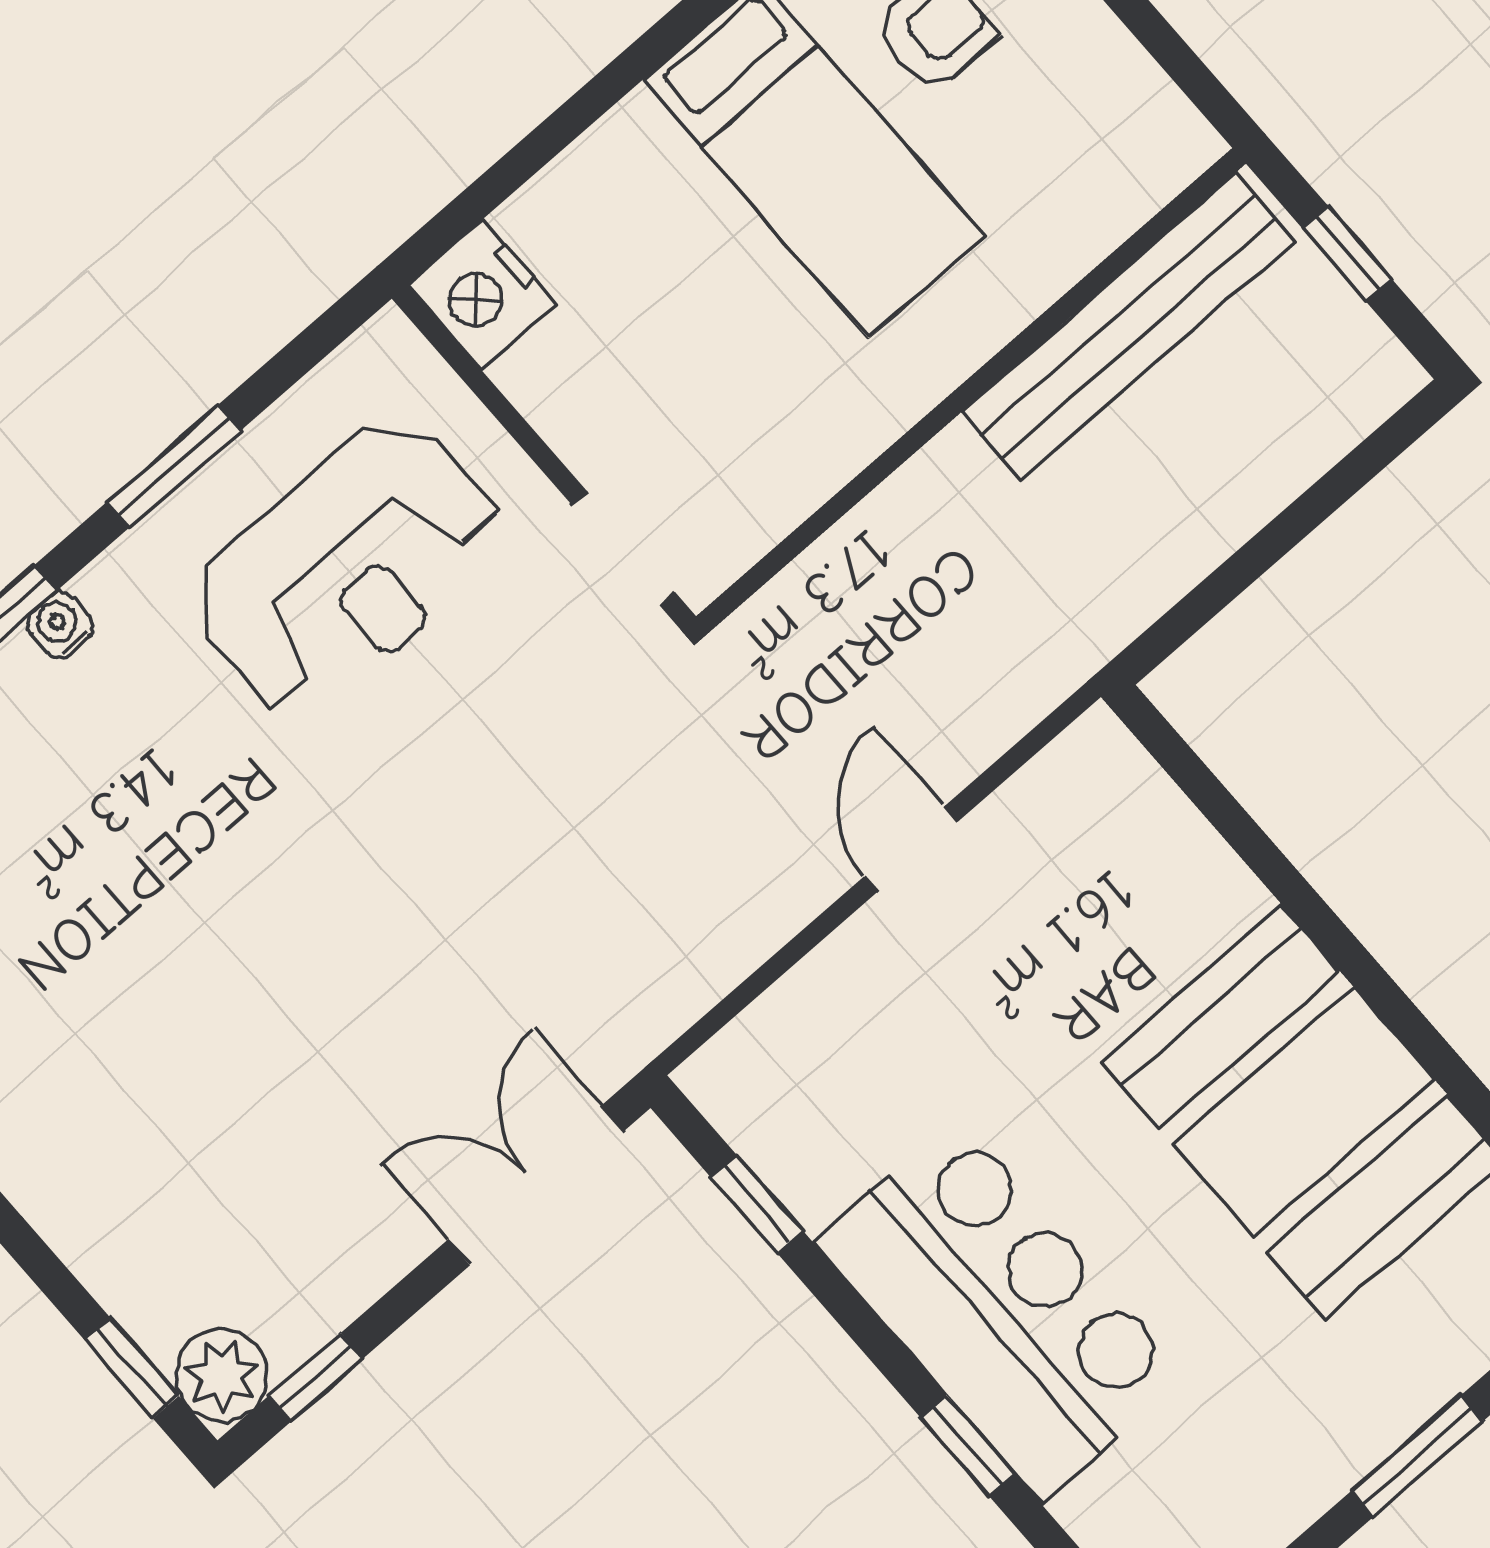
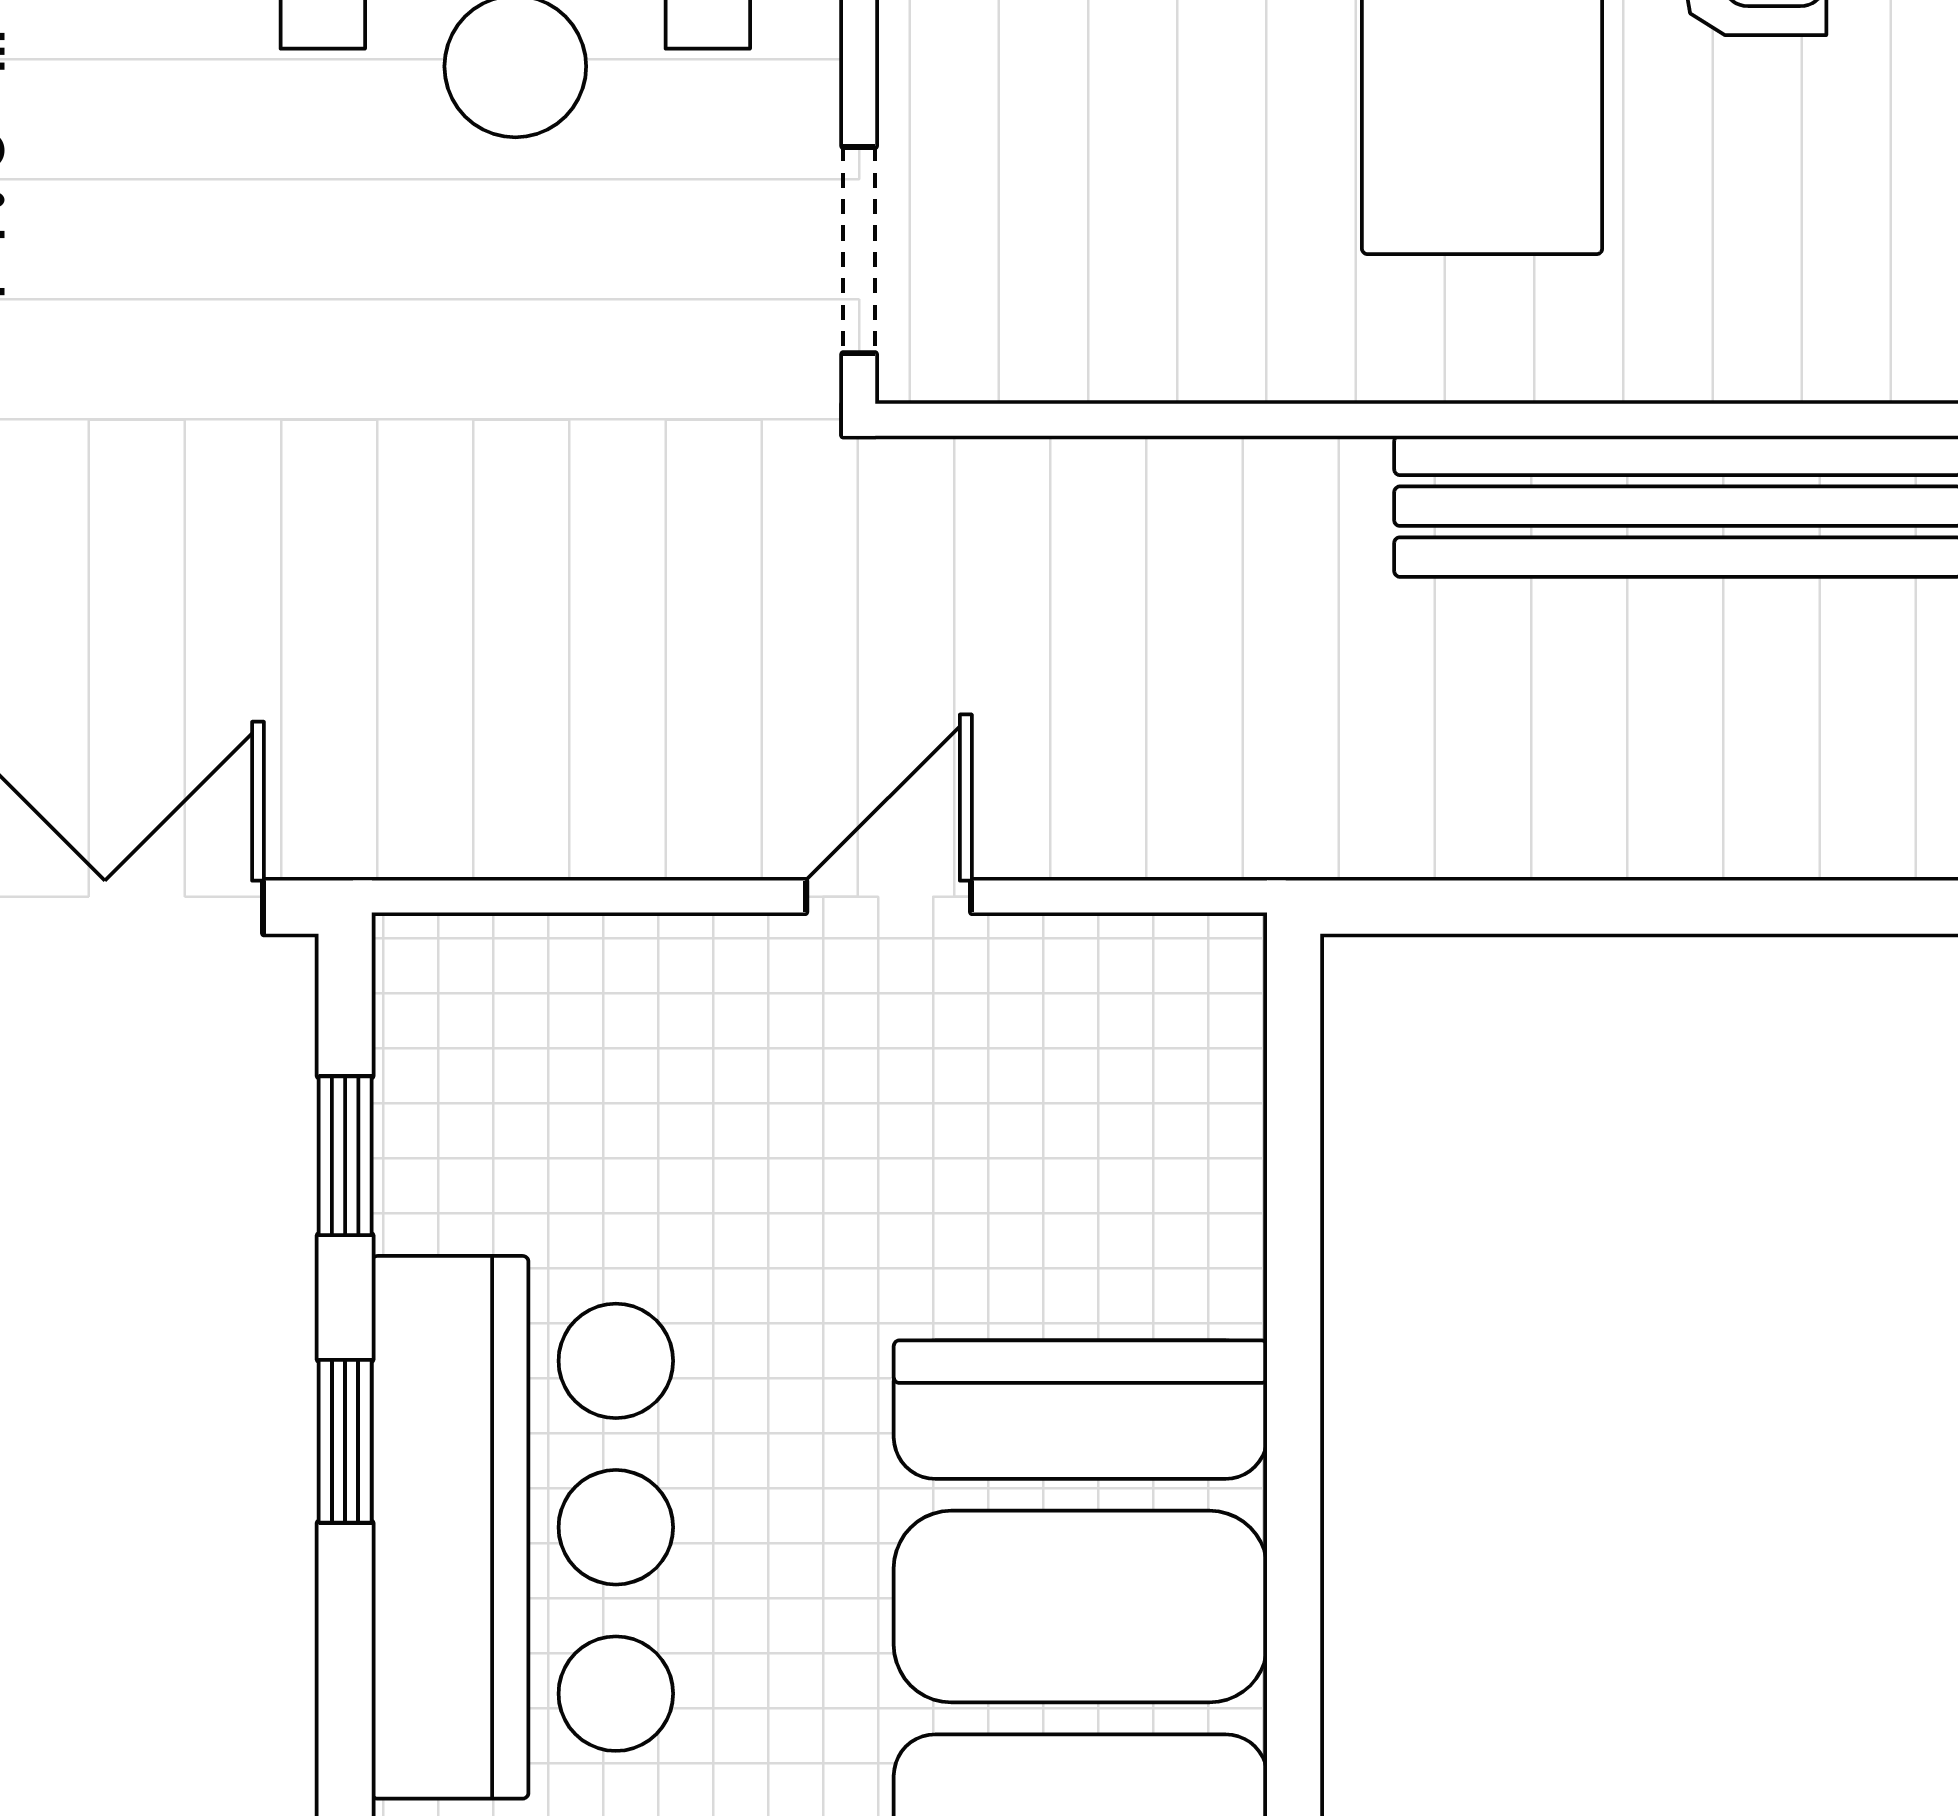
window: (968, 1446) -> (345, 1441), moved

